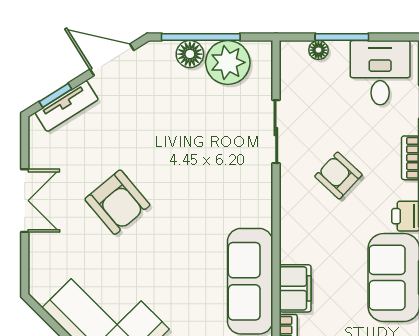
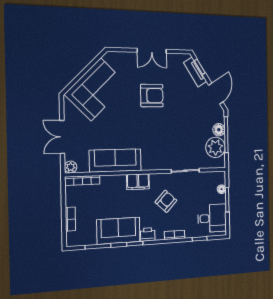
armchair: (117, 202) -> (152, 96), turned -140
filing cabinet: (295, 288) -> (138, 182), moved

